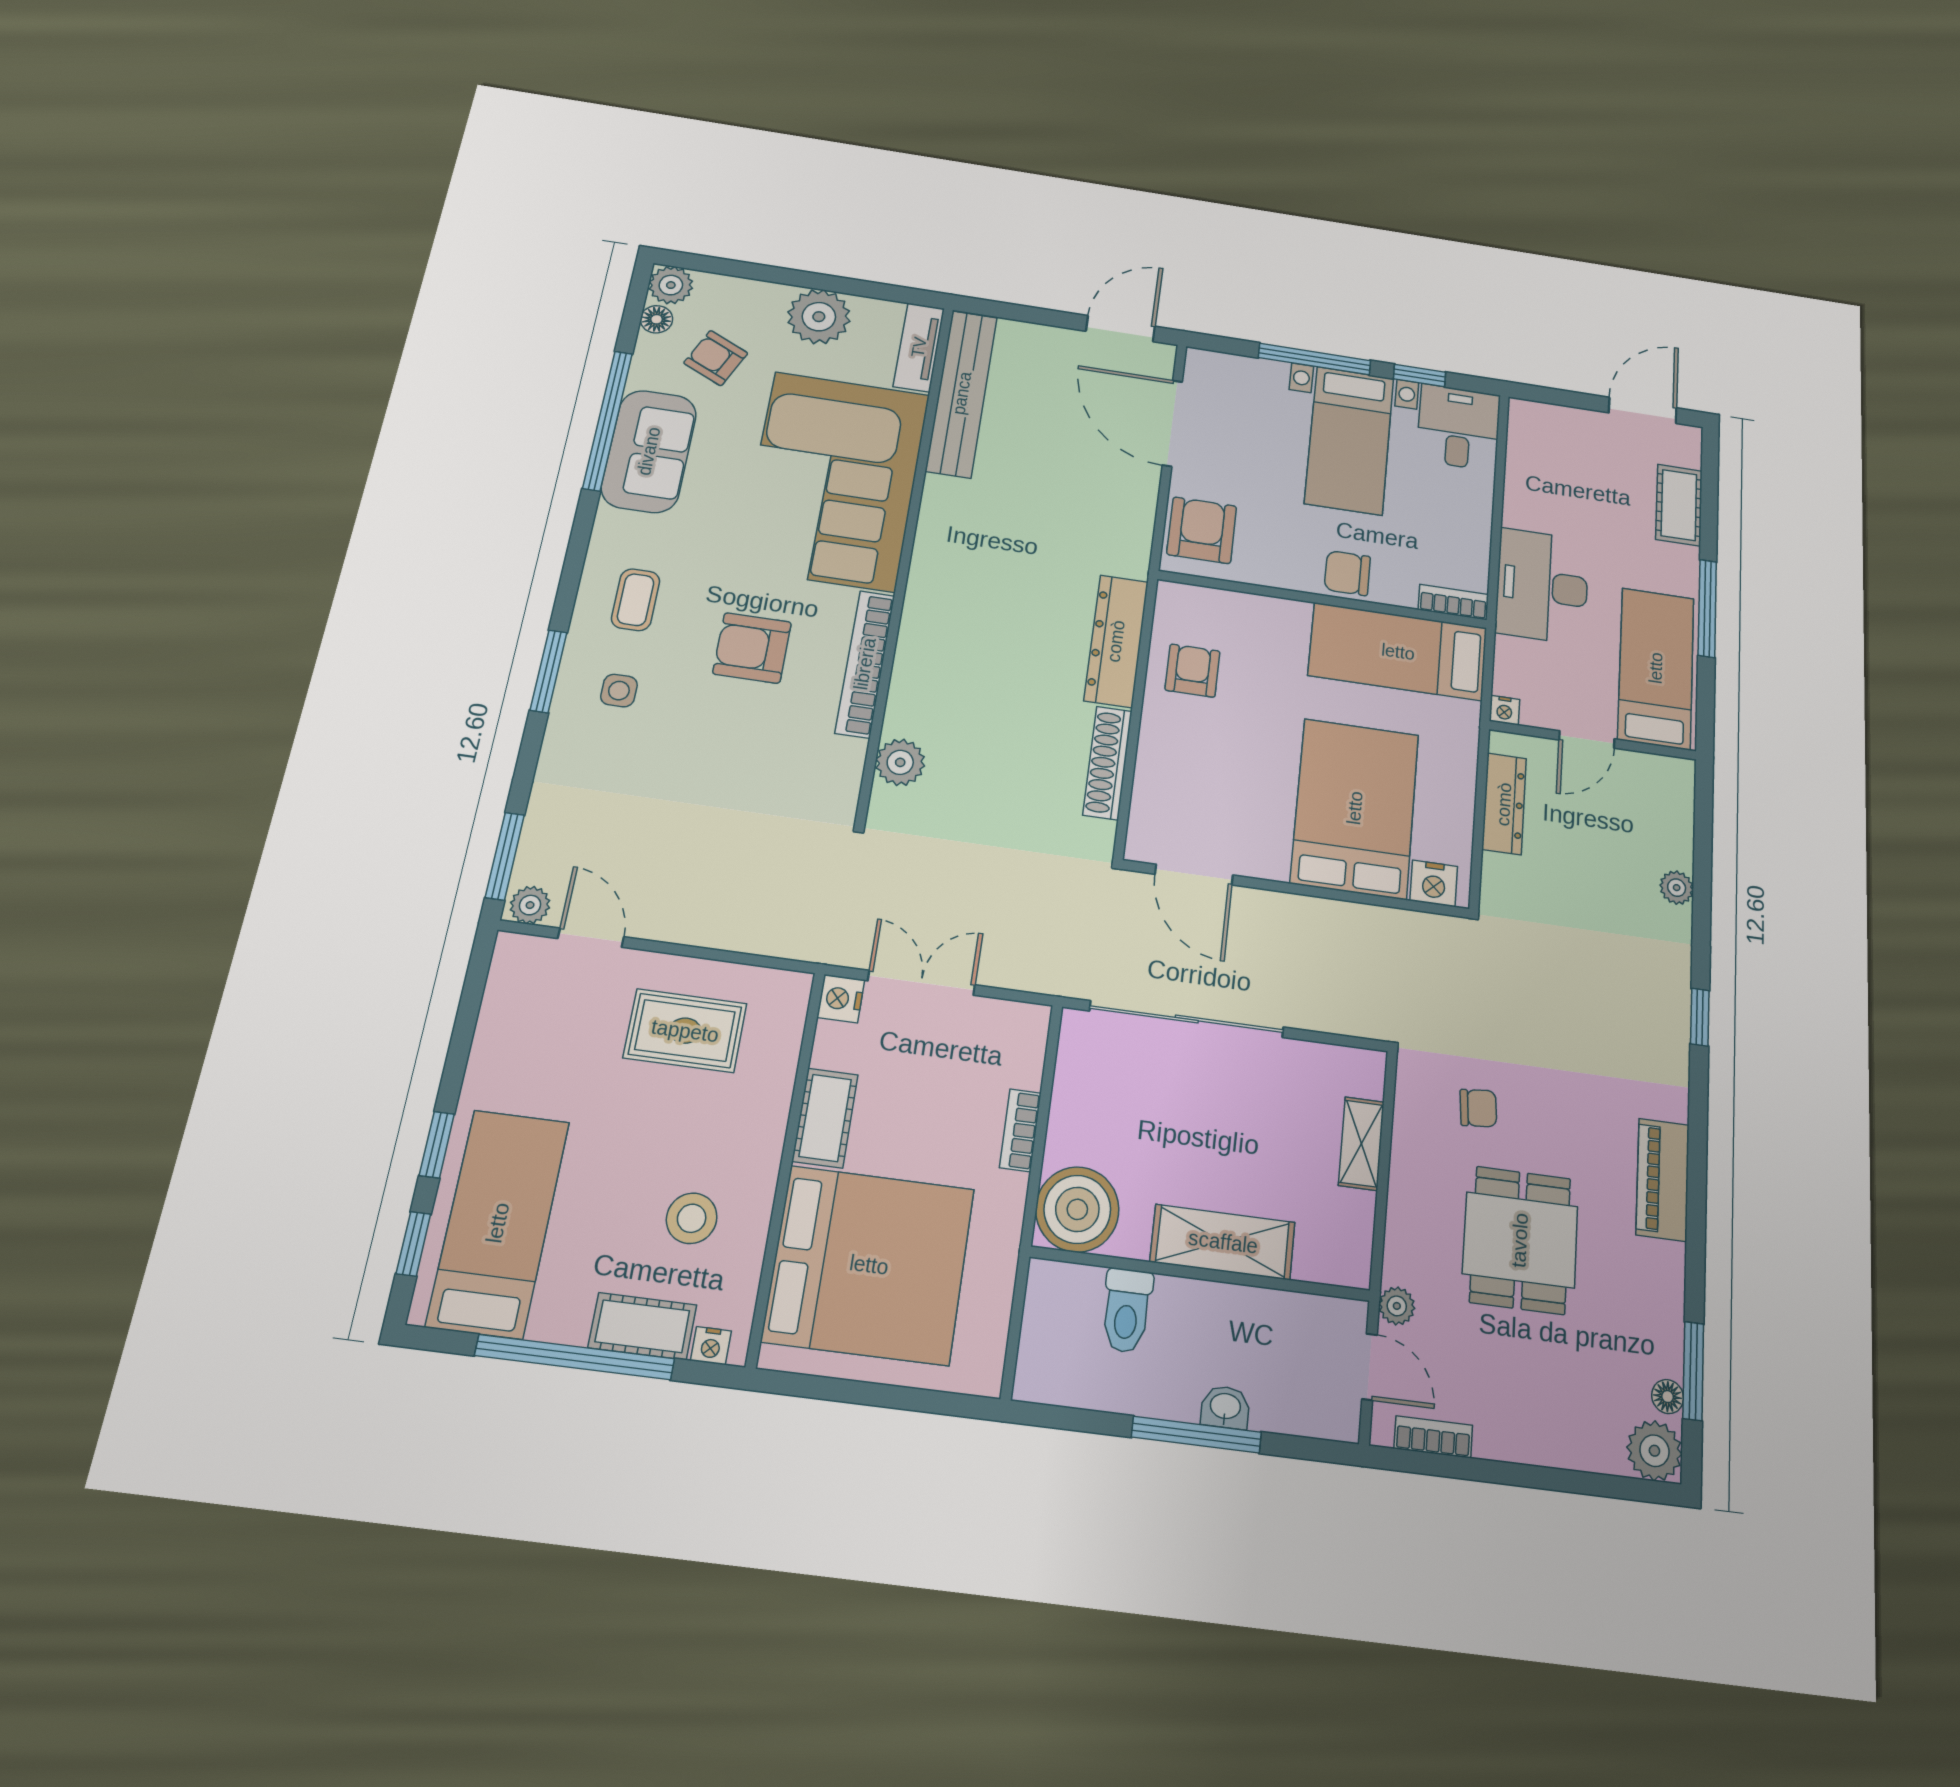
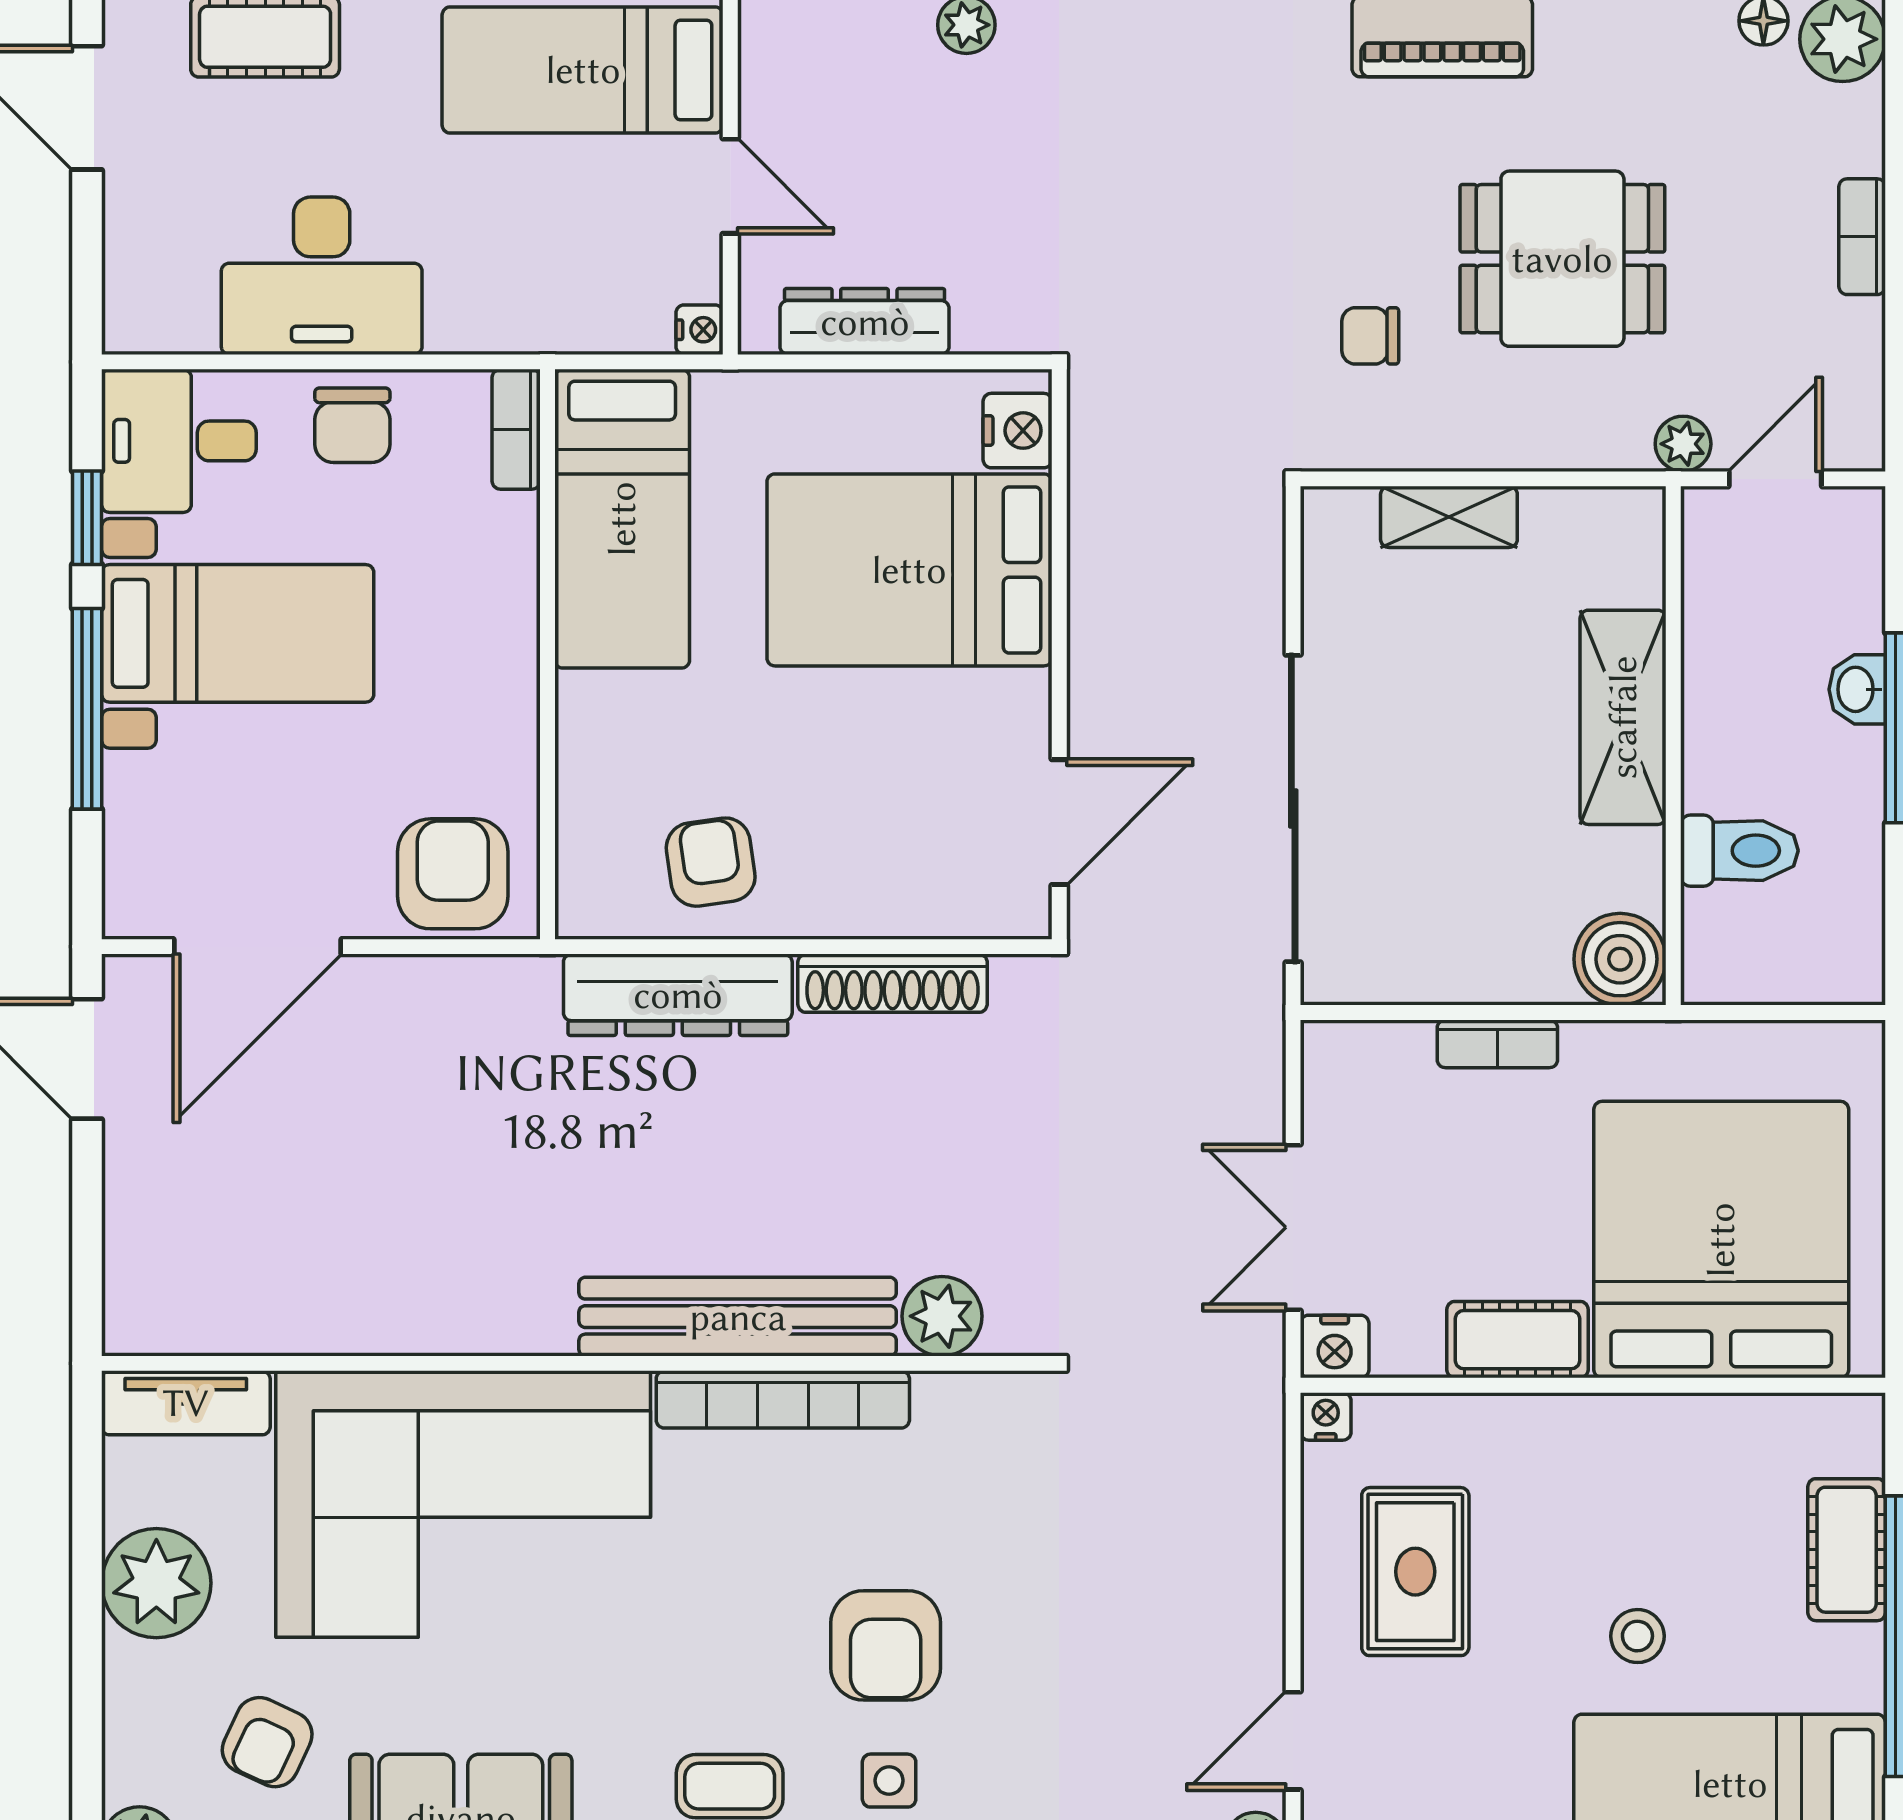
bench: (962, 393) -> (738, 1317), moved
armchair: (1202, 530) -> (453, 874), turned 90
chair: (1347, 573) -> (352, 425), moved
desk: (1542, 586) -> (322, 276), moved
armchair: (752, 648) -> (886, 1645), moved
armchair: (1192, 671) -> (711, 862), turned 82
chair: (1478, 1108) -> (1370, 336), turned -85
boiler: (1077, 1209) -> (1620, 959), width x0.73, depth x0.73
stool: (692, 1218) -> (1637, 1636), moved, width x0.73, depth x0.73
nightstand: (711, 1346) -> (1326, 1416), moved, turned -90
bookcase: (1433, 1437) -> (1862, 237), moved

